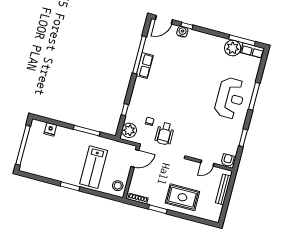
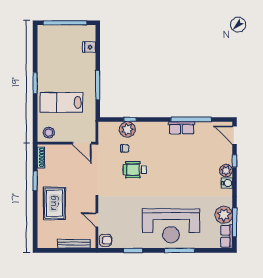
water cooler: (182, 32) -> (227, 183), moved
plant: (193, 36) -> (226, 171), added
reception desk: (230, 98) -> (171, 226), width x1.36, depth x1.30
plant: (129, 130) -> (127, 129), moved
wheelchair: (165, 134) -> (135, 170), moved

